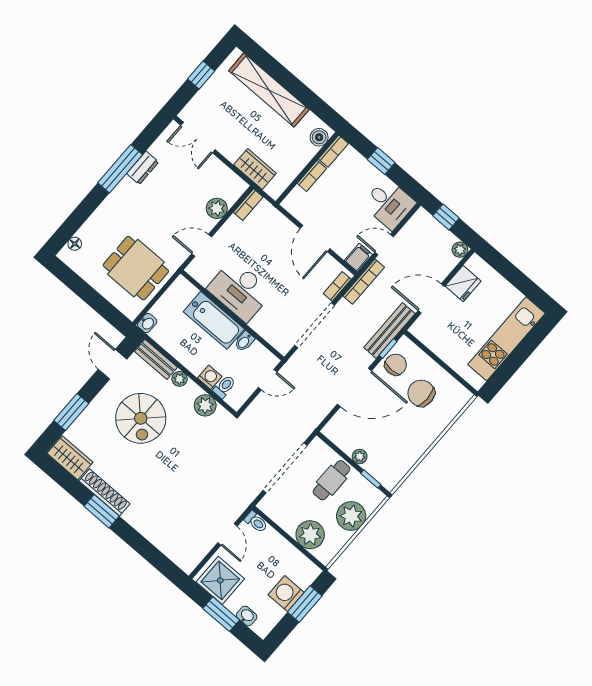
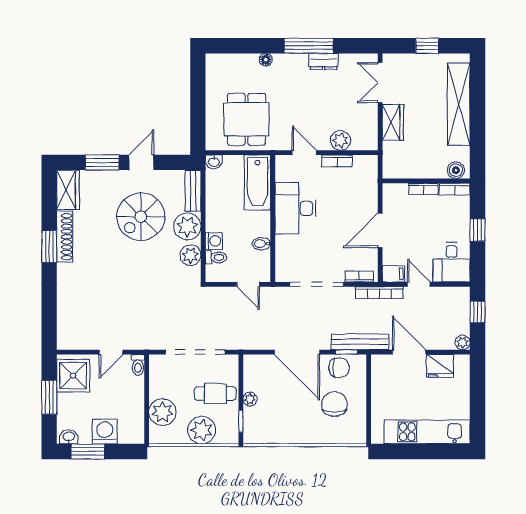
wardrobe: (255, 169) -> (393, 122), moved
bookcase: (248, 205) -> (337, 161), moved
floor lamp: (75, 244) -> (266, 60), moved
bathtub: (214, 320) -> (257, 182), moved
door: (113, 364) -> (141, 162), moved
plant: (180, 379) -> (187, 226), width x1.87, depth x1.87
window: (305, 604) -> (88, 451), moved
washbasin: (247, 616) -> (69, 437), moved, turned -90

